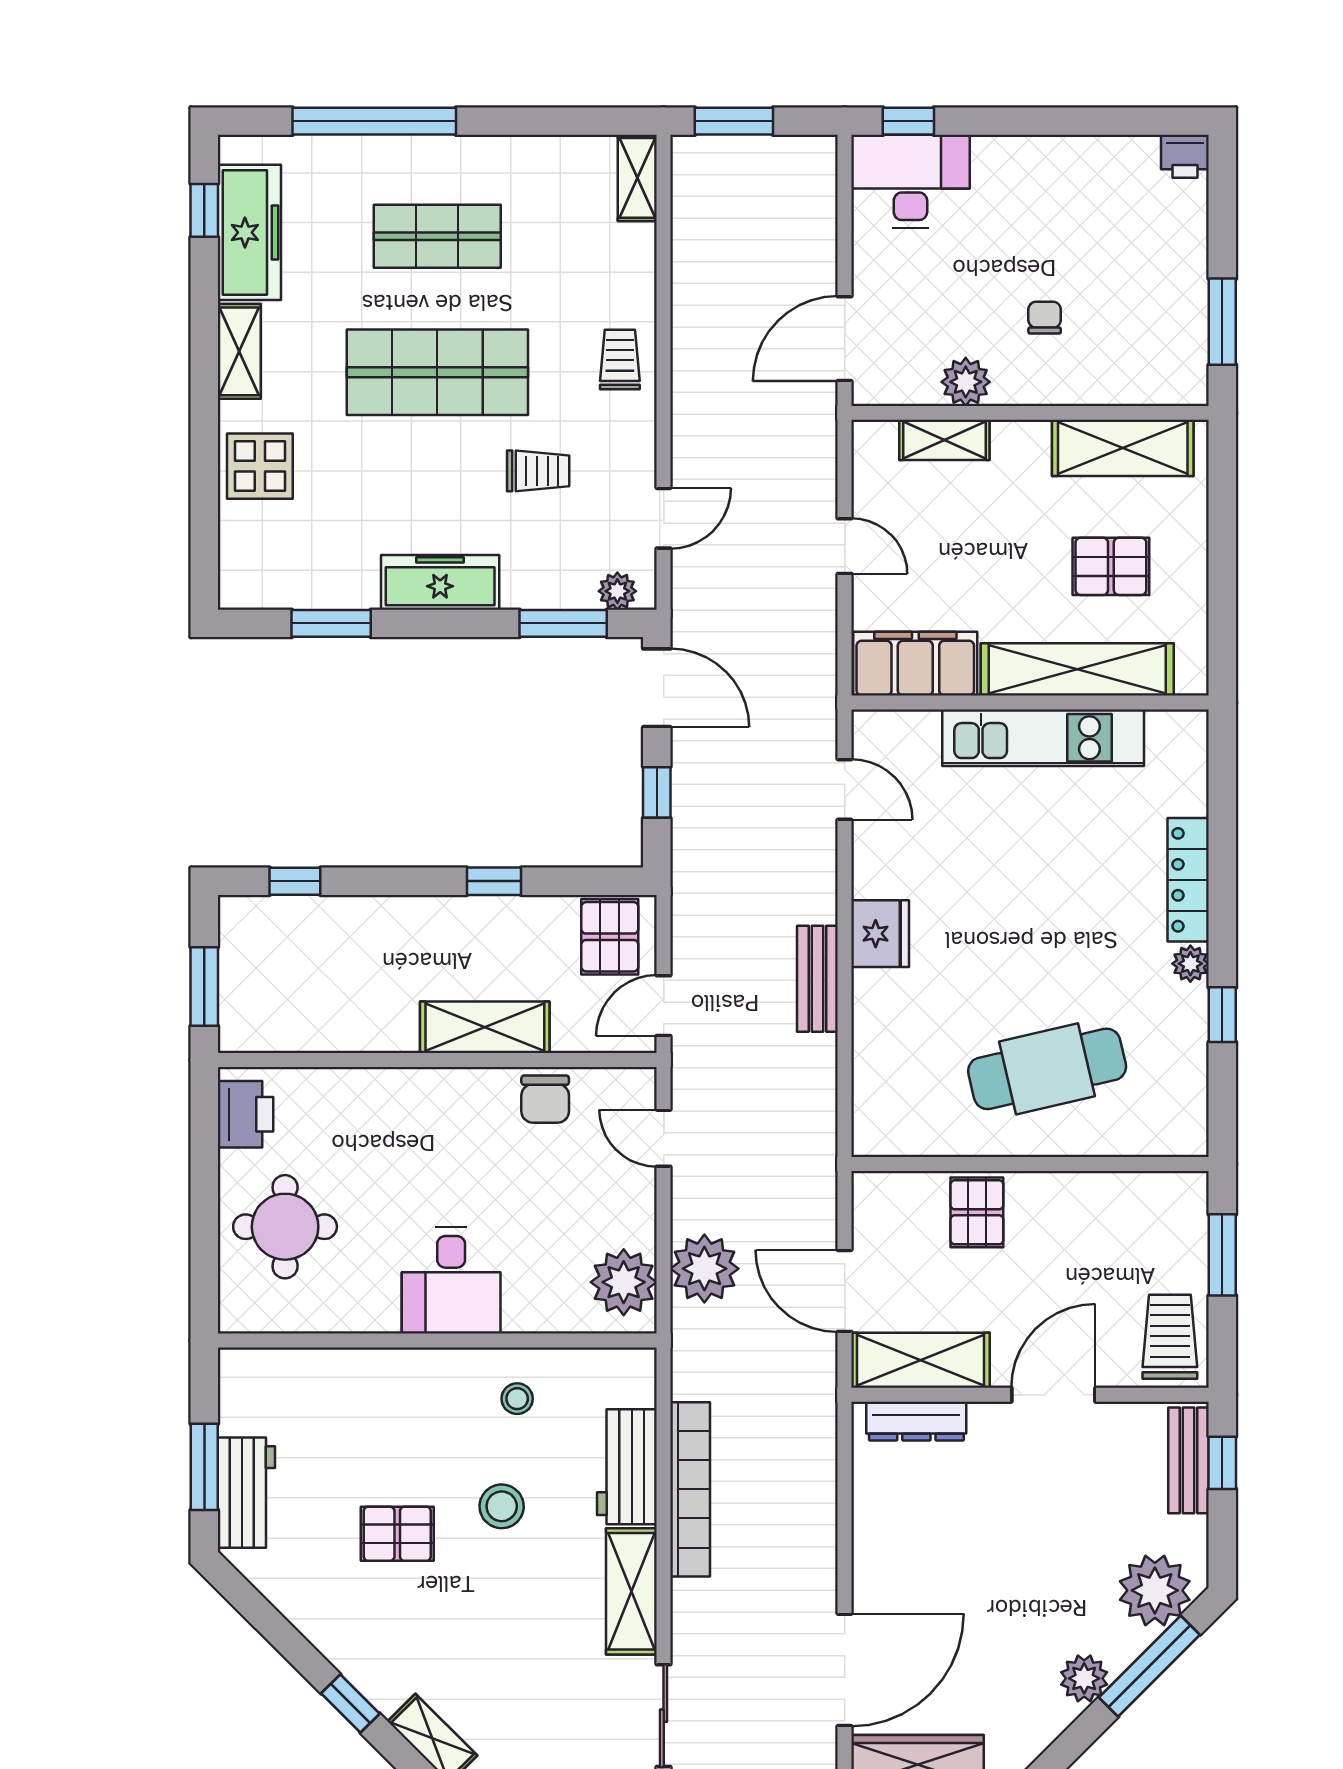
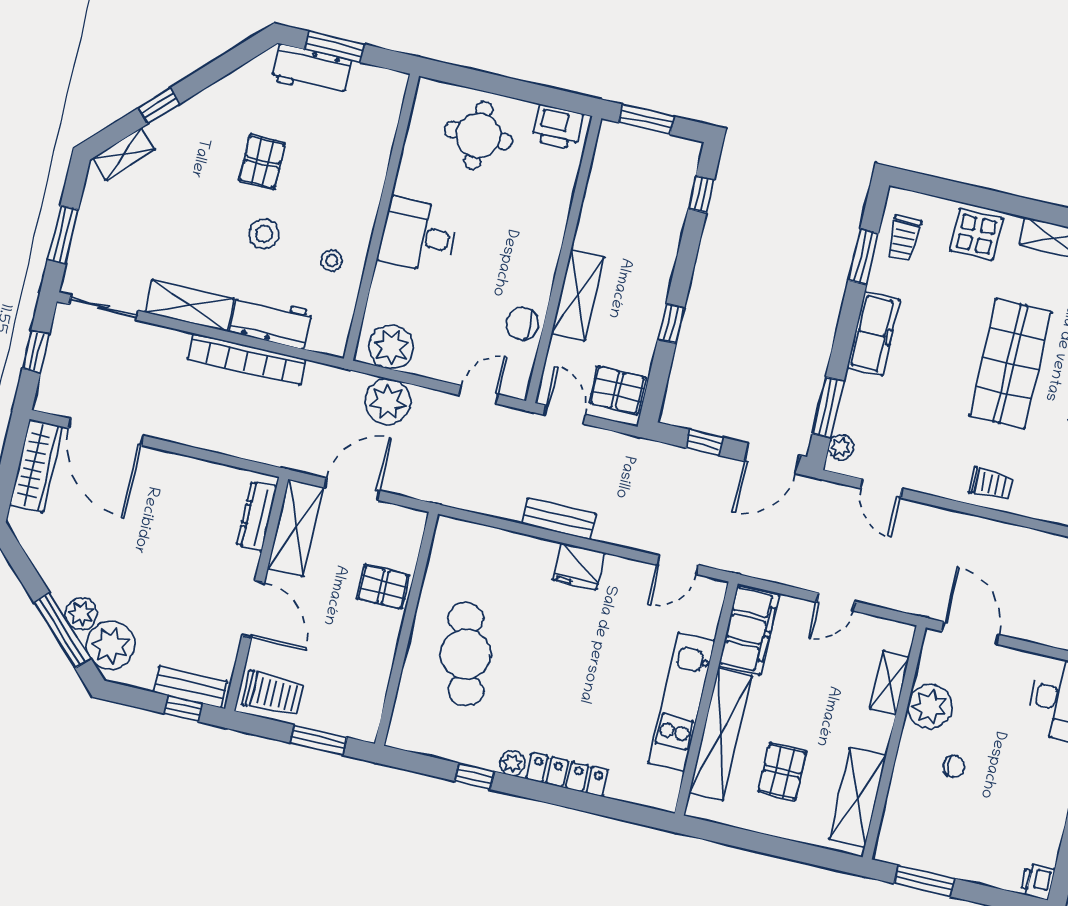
plant: (966, 382) -> (930, 707), width x1.36, depth x1.36
trolley: (538, 471) -> (904, 239), moved
plant: (1084, 1678) -> (81, 614), moved

